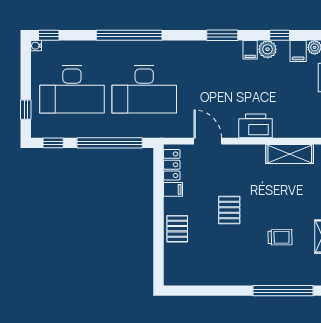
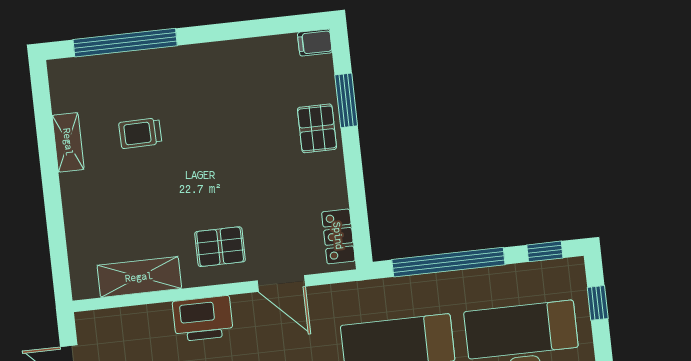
filing cabinet: (173, 189) -> (315, 43), moved
pallet: (229, 210) -> (220, 247), moved, turned 90
window: (159, 243) -> (346, 100), added

